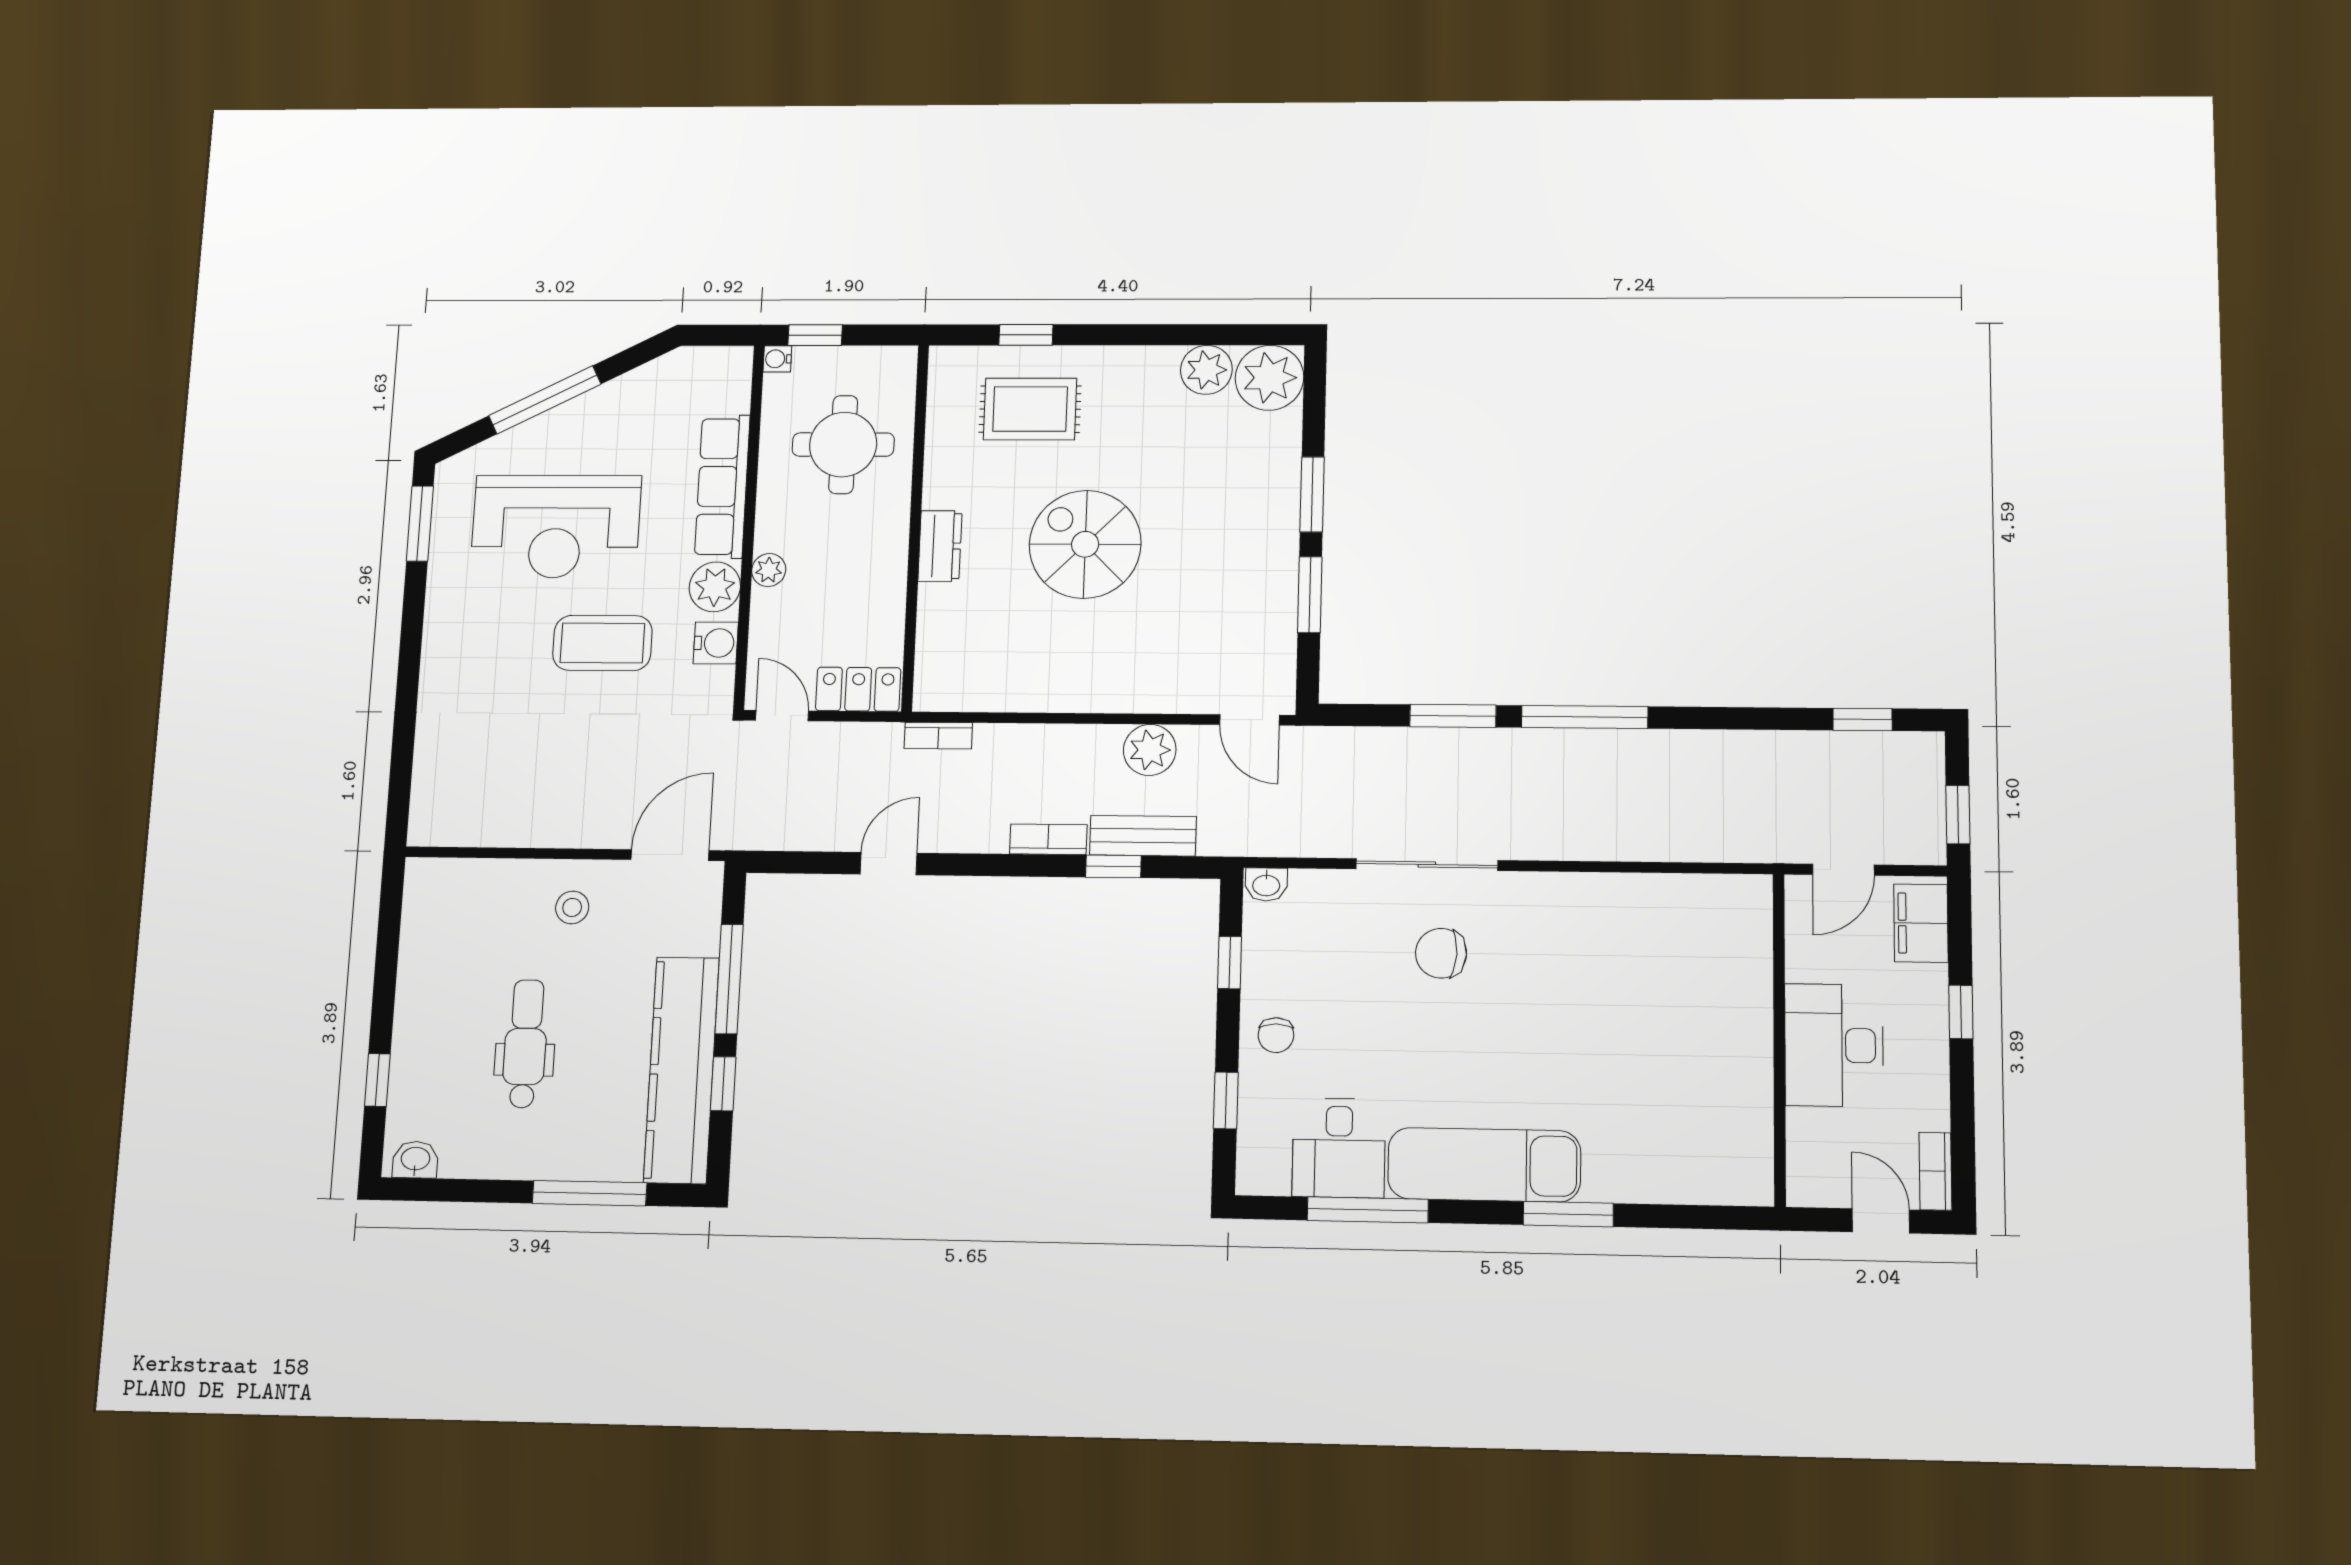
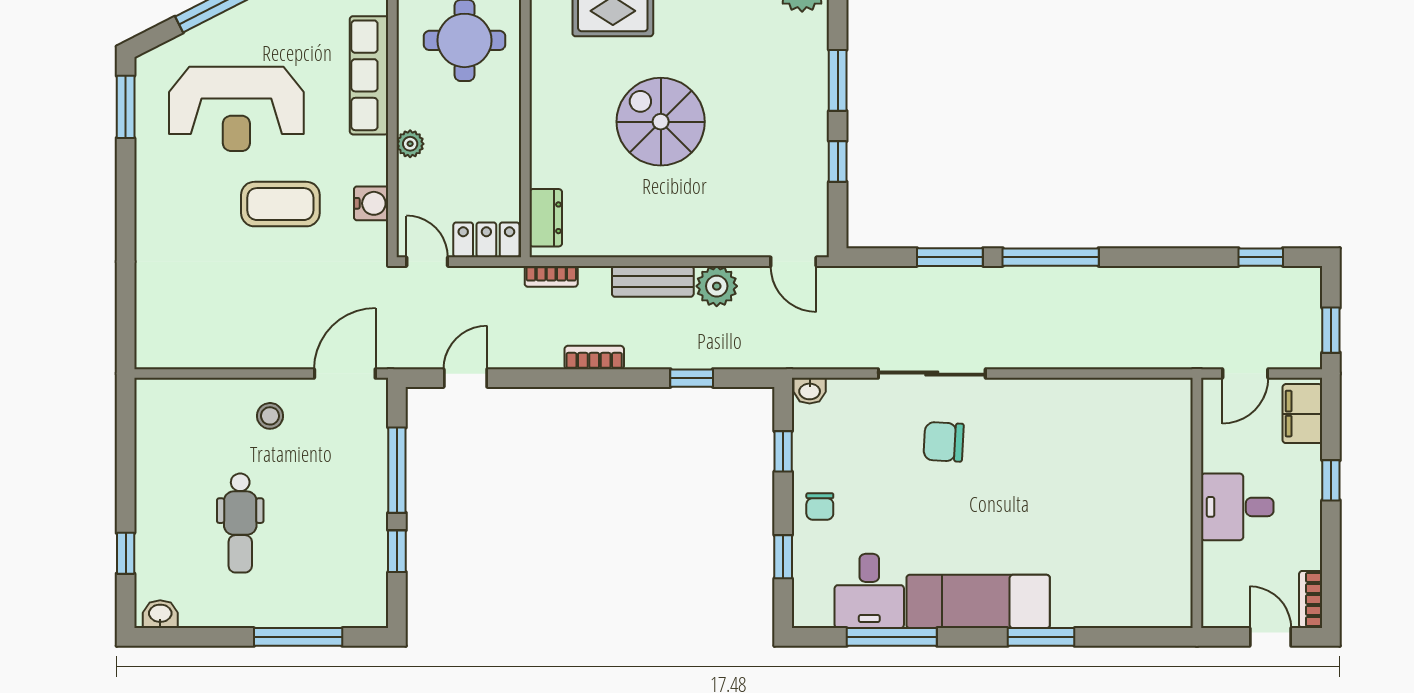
dresser: (940, 546) -> (546, 218), moved
plant: (715, 587) -> (368, 158), removed
window: (1310, 595) -> (838, 161), width x0.67
bench: (1143, 836) -> (653, 281), moved
bookcase: (1048, 839) -> (594, 357), moved
door: (889, 864) -> (465, 378), moved
dental chair: (525, 1044) -> (240, 523), turned 180
desk: (1834, 1045) -> (1237, 507), width x0.73
kitchen counter: (681, 1070) -> (364, 541), removed

